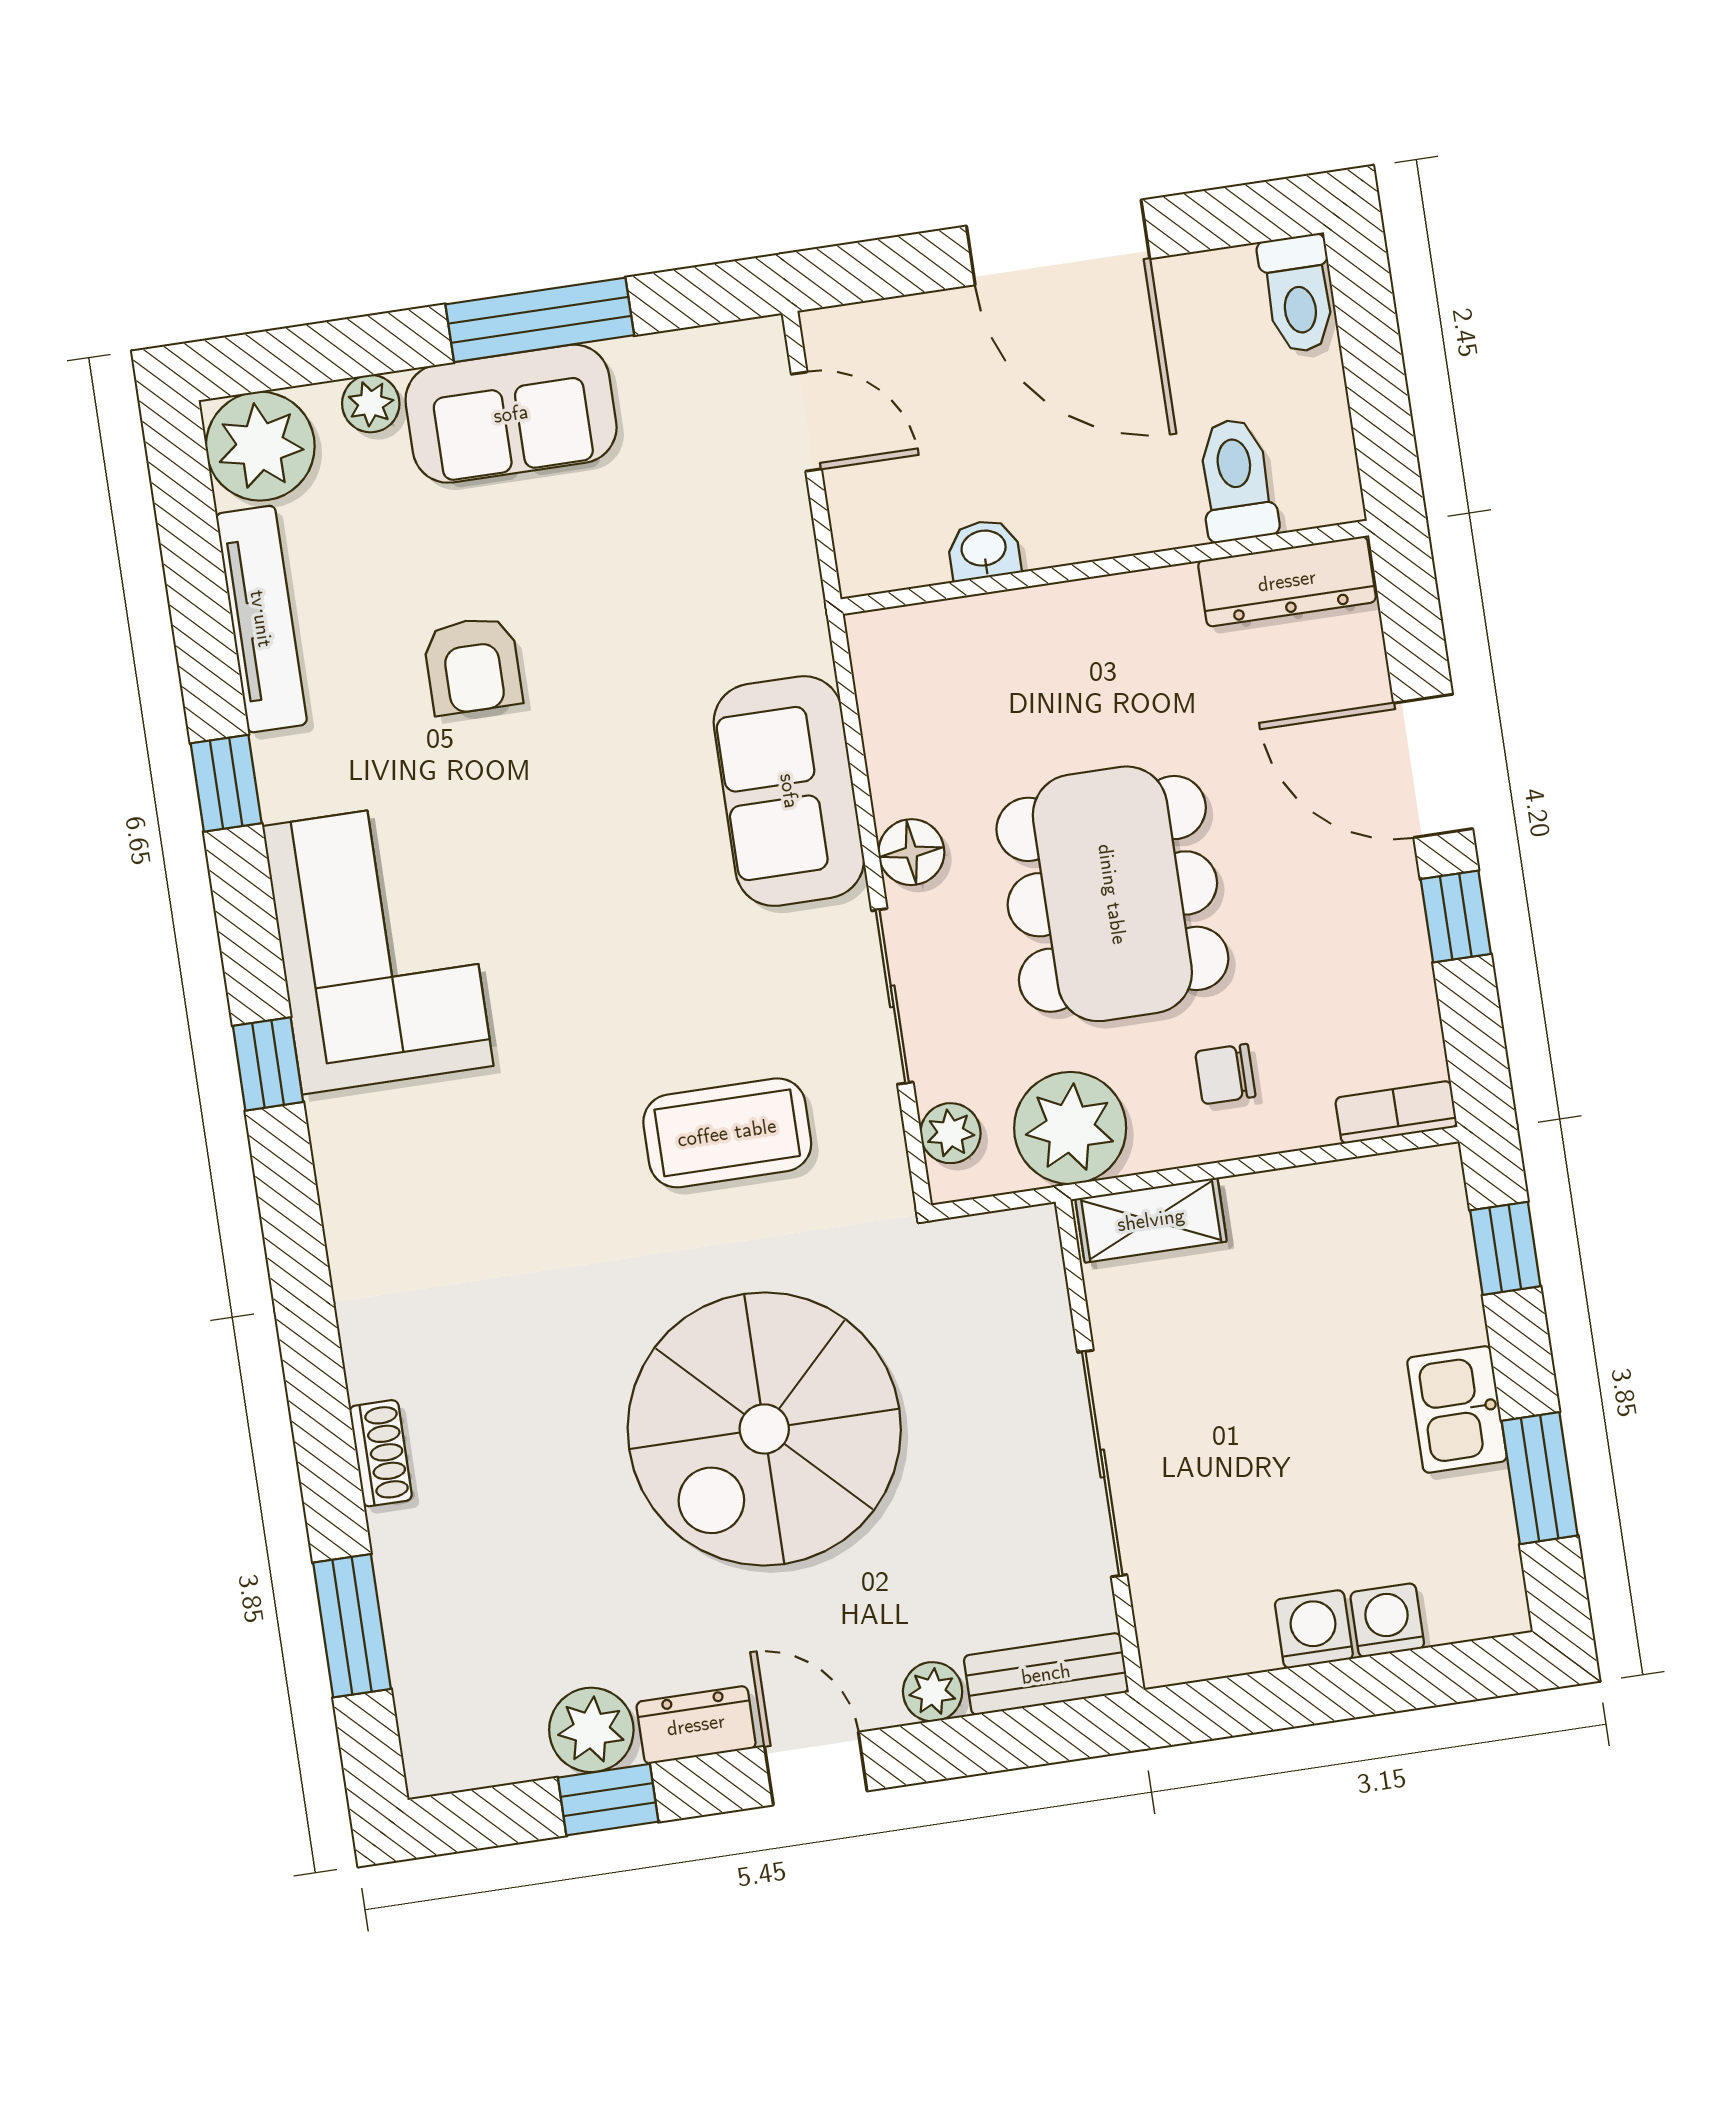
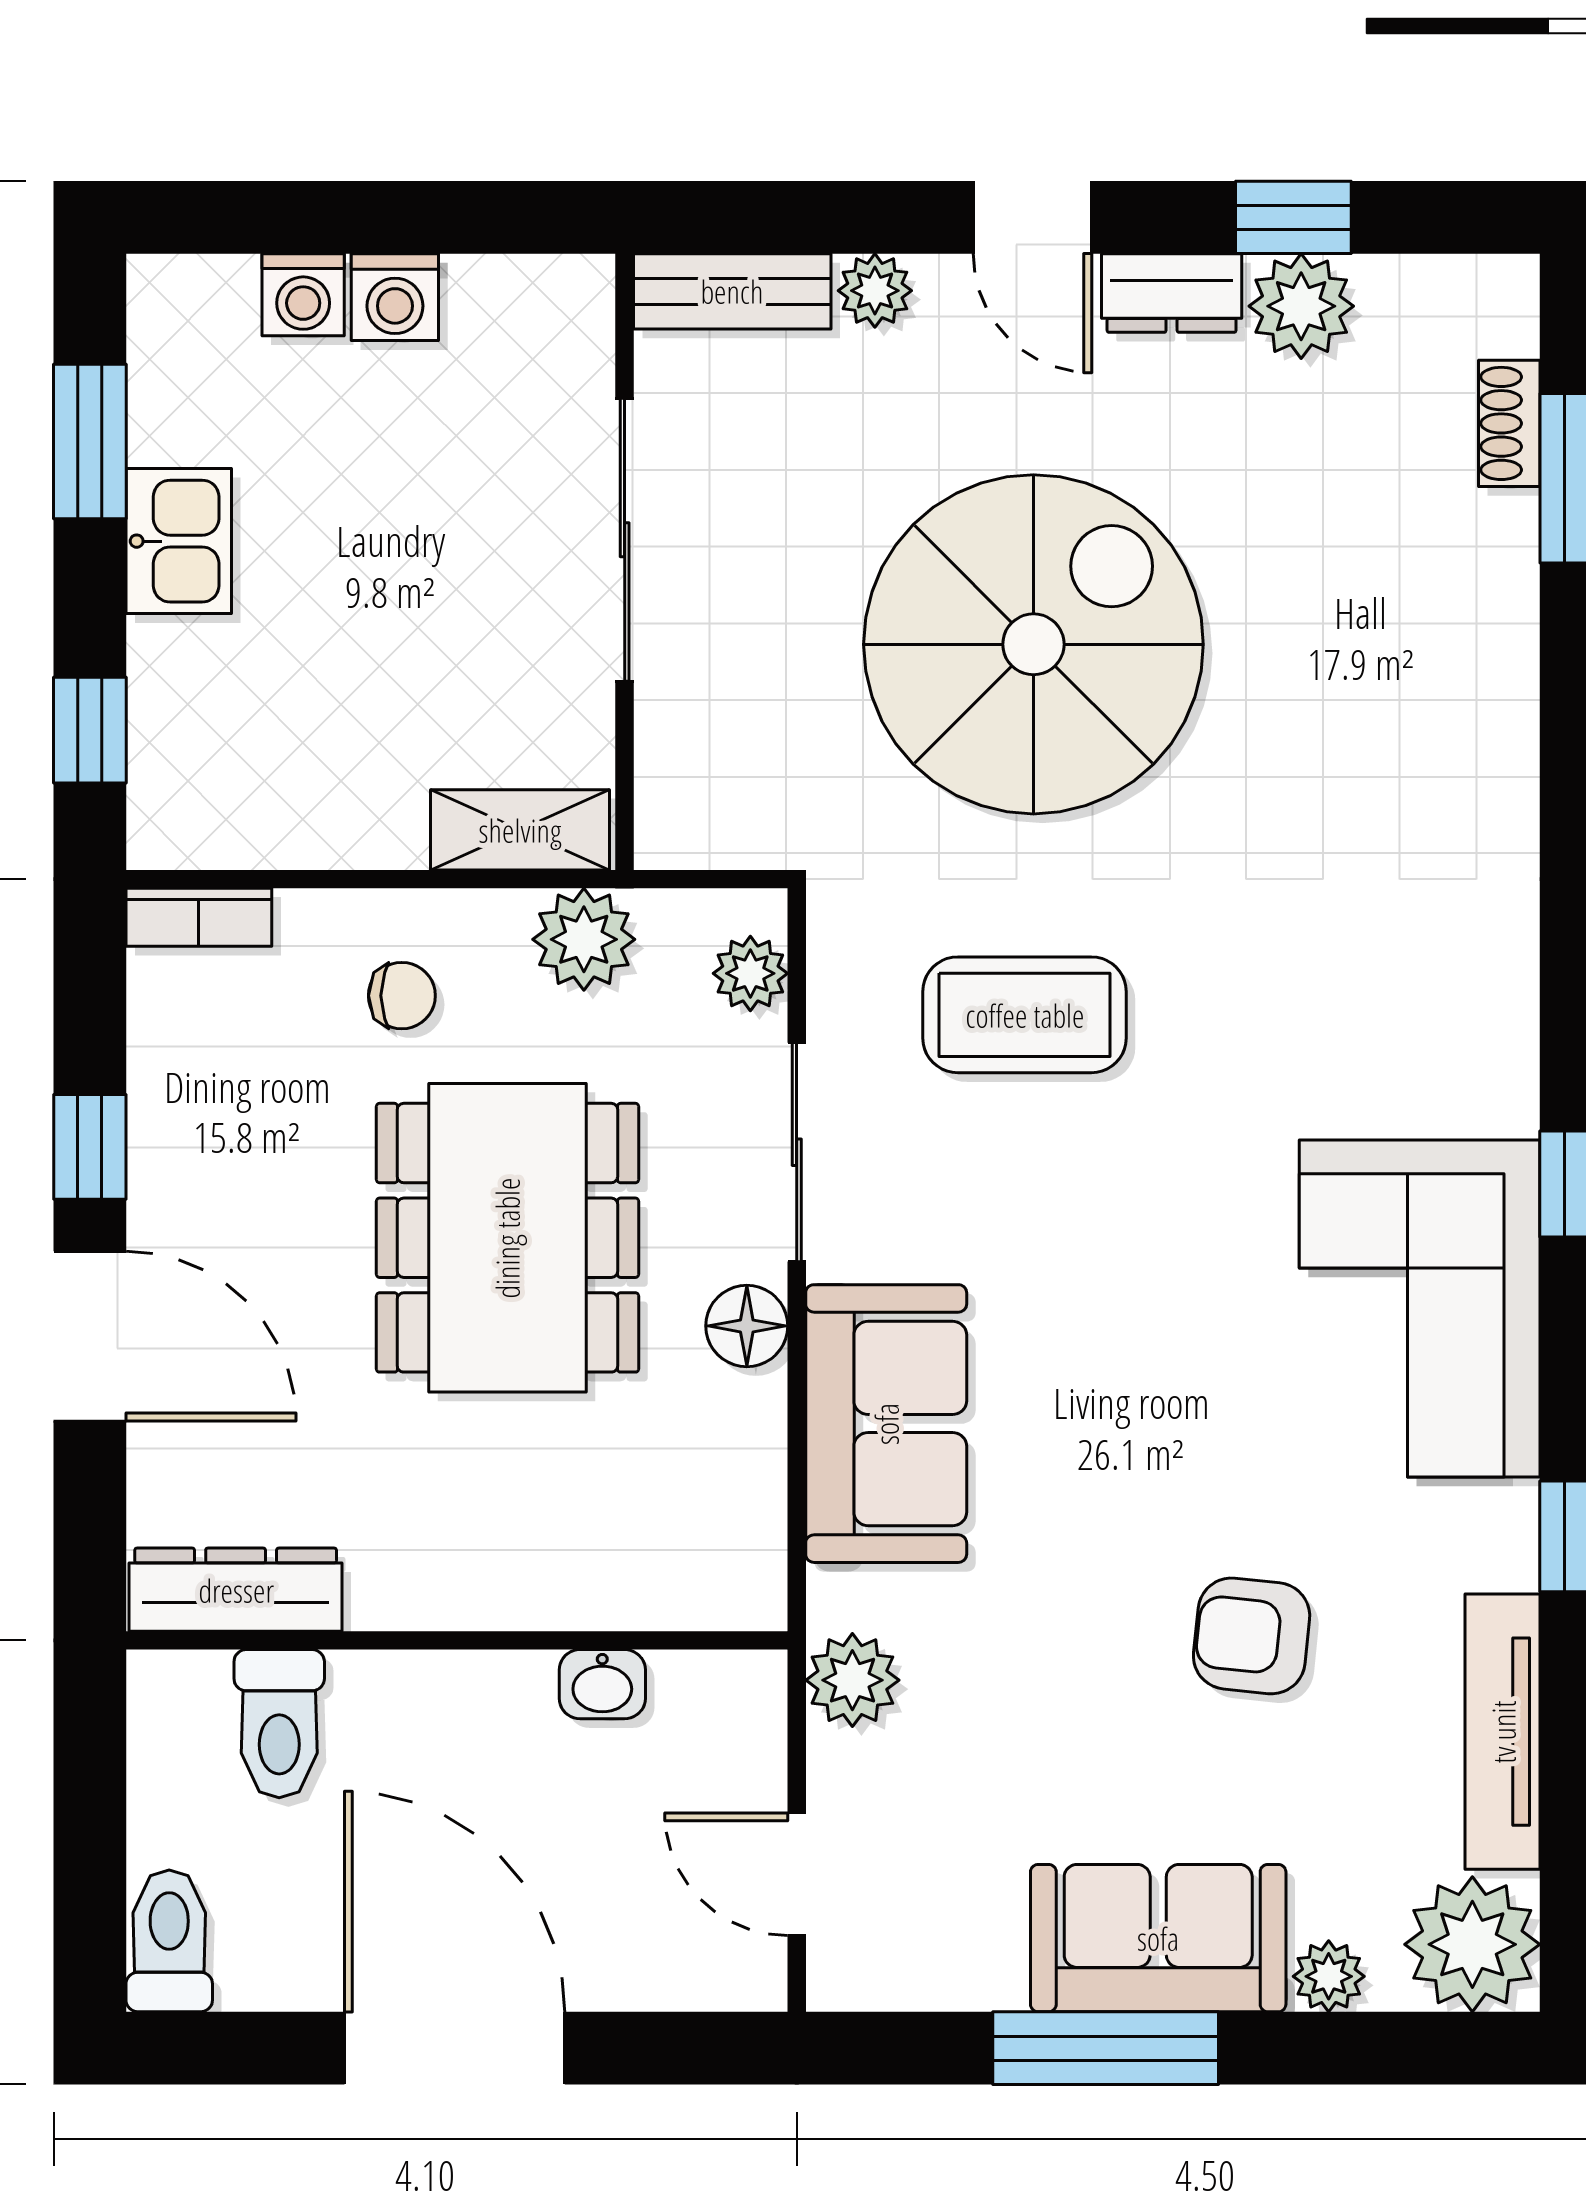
plant: (785, 583) -> (852, 1680), added
armchair: (473, 665) -> (1252, 1636), turned -84
plant: (1070, 1128) -> (584, 939), width x0.73, depth x0.73
shoe rack: (381, 1453) -> (1509, 423), moved

